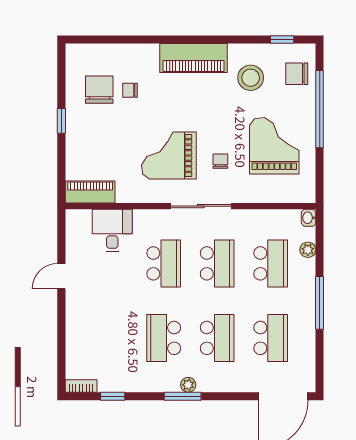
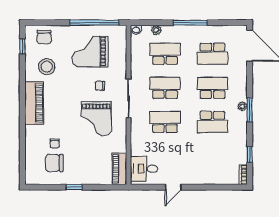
window: (320, 109) -> (94, 23), moved
desk: (112, 230) -> (144, 169), moved
door: (61, 276) -> (173, 187), hinge flipped
school desk: (271, 338) -> (212, 54), turned 180

